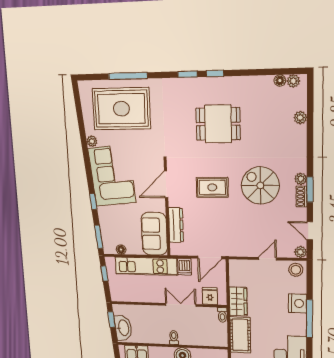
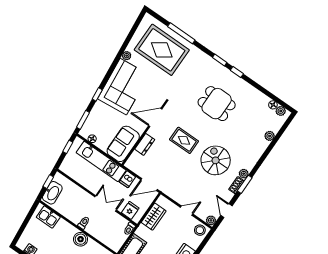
dresser: (176, 225) -> (145, 144), width x0.70
wardrobe: (238, 301) -> (154, 217), moved

